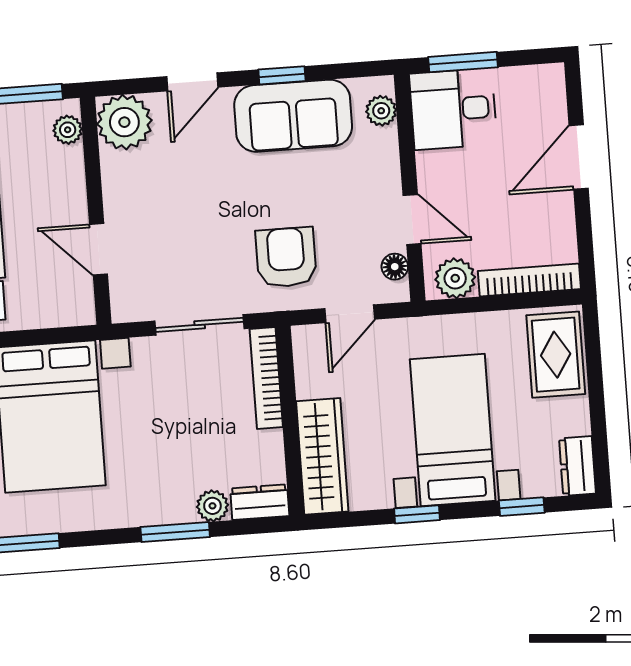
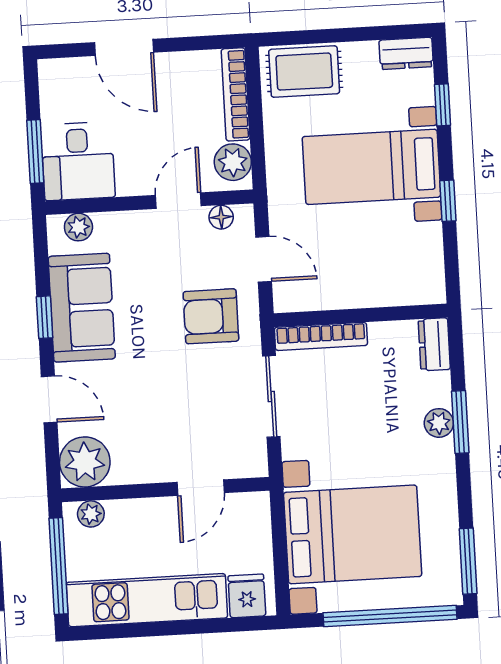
wardrobe: (322, 456) -> (393, 286), removed
plant: (212, 506) -> (439, 423), moved

